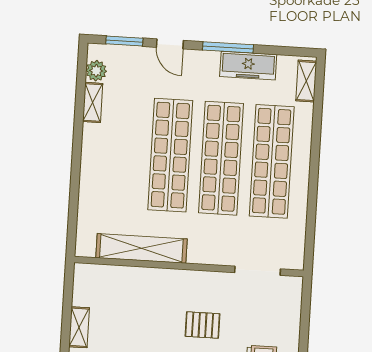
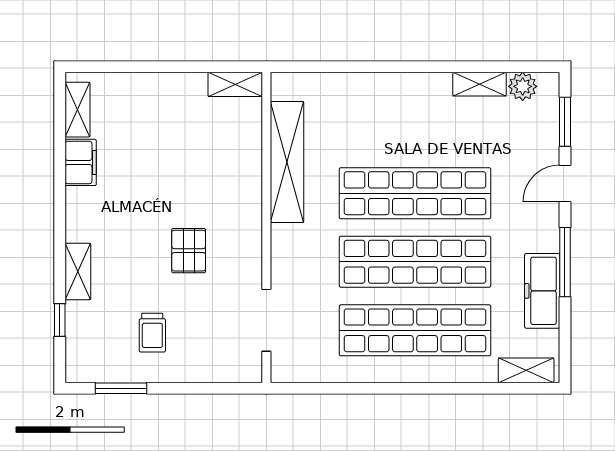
shelving: (79, 327) -> (235, 84), moved

